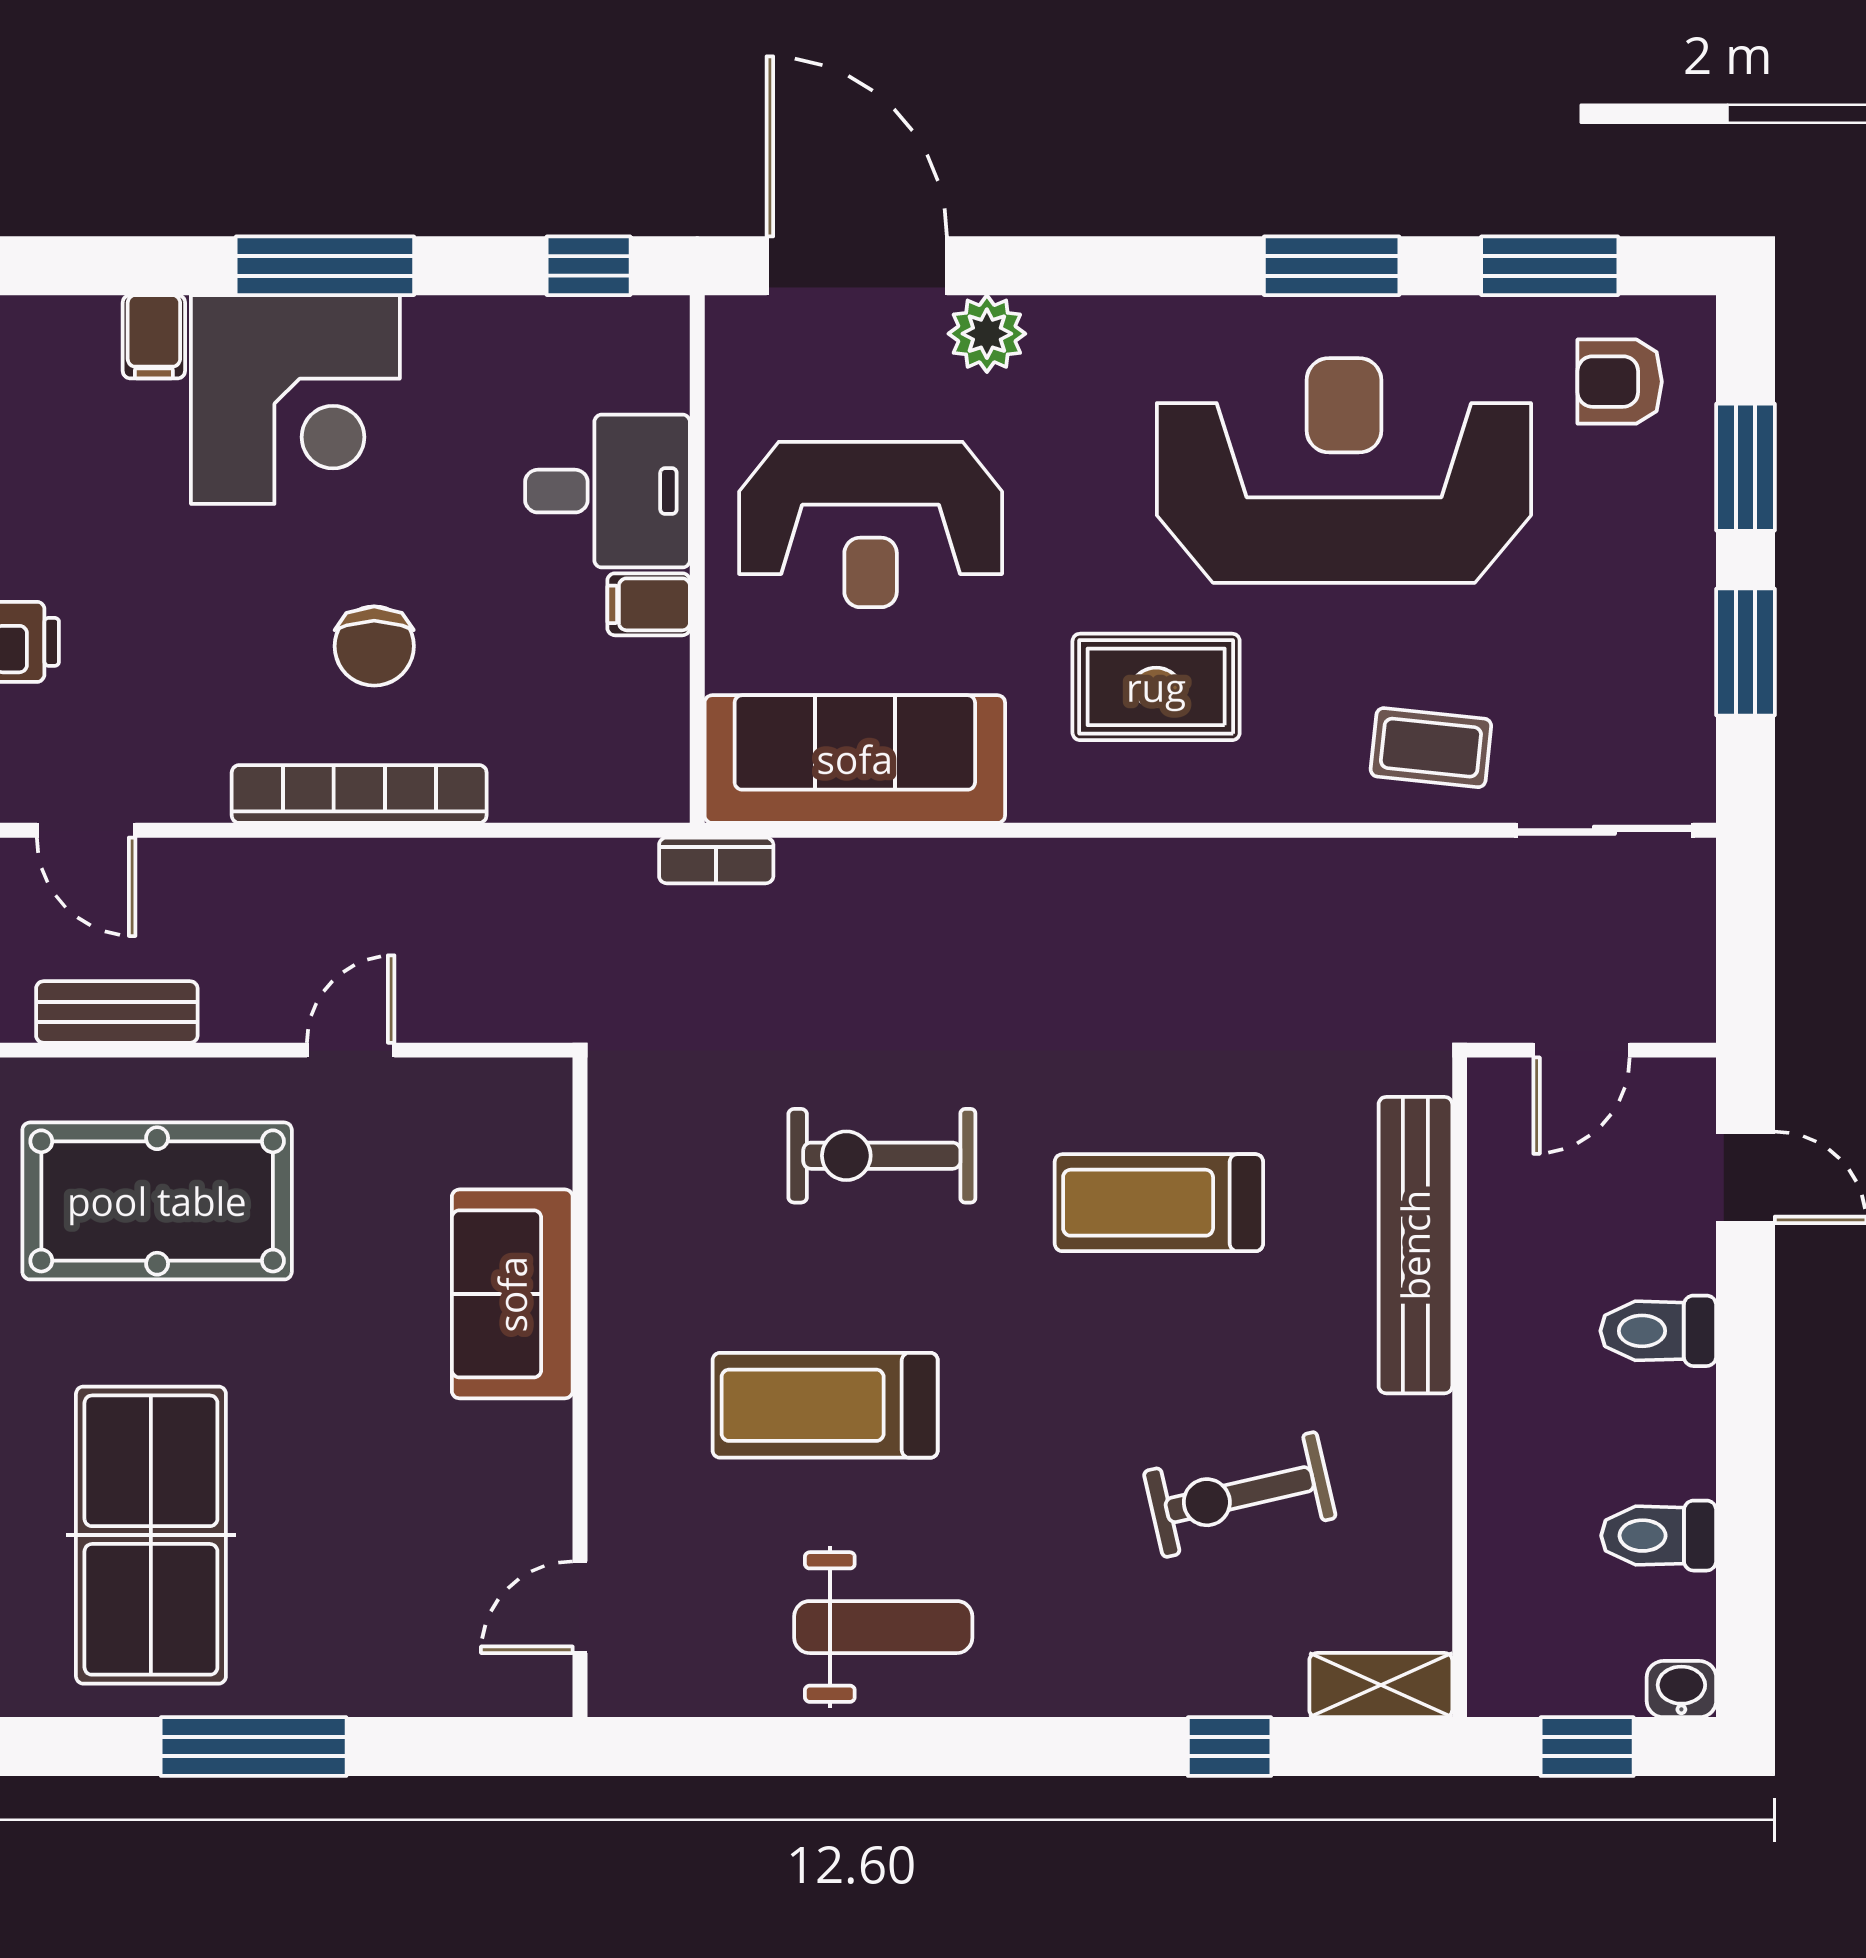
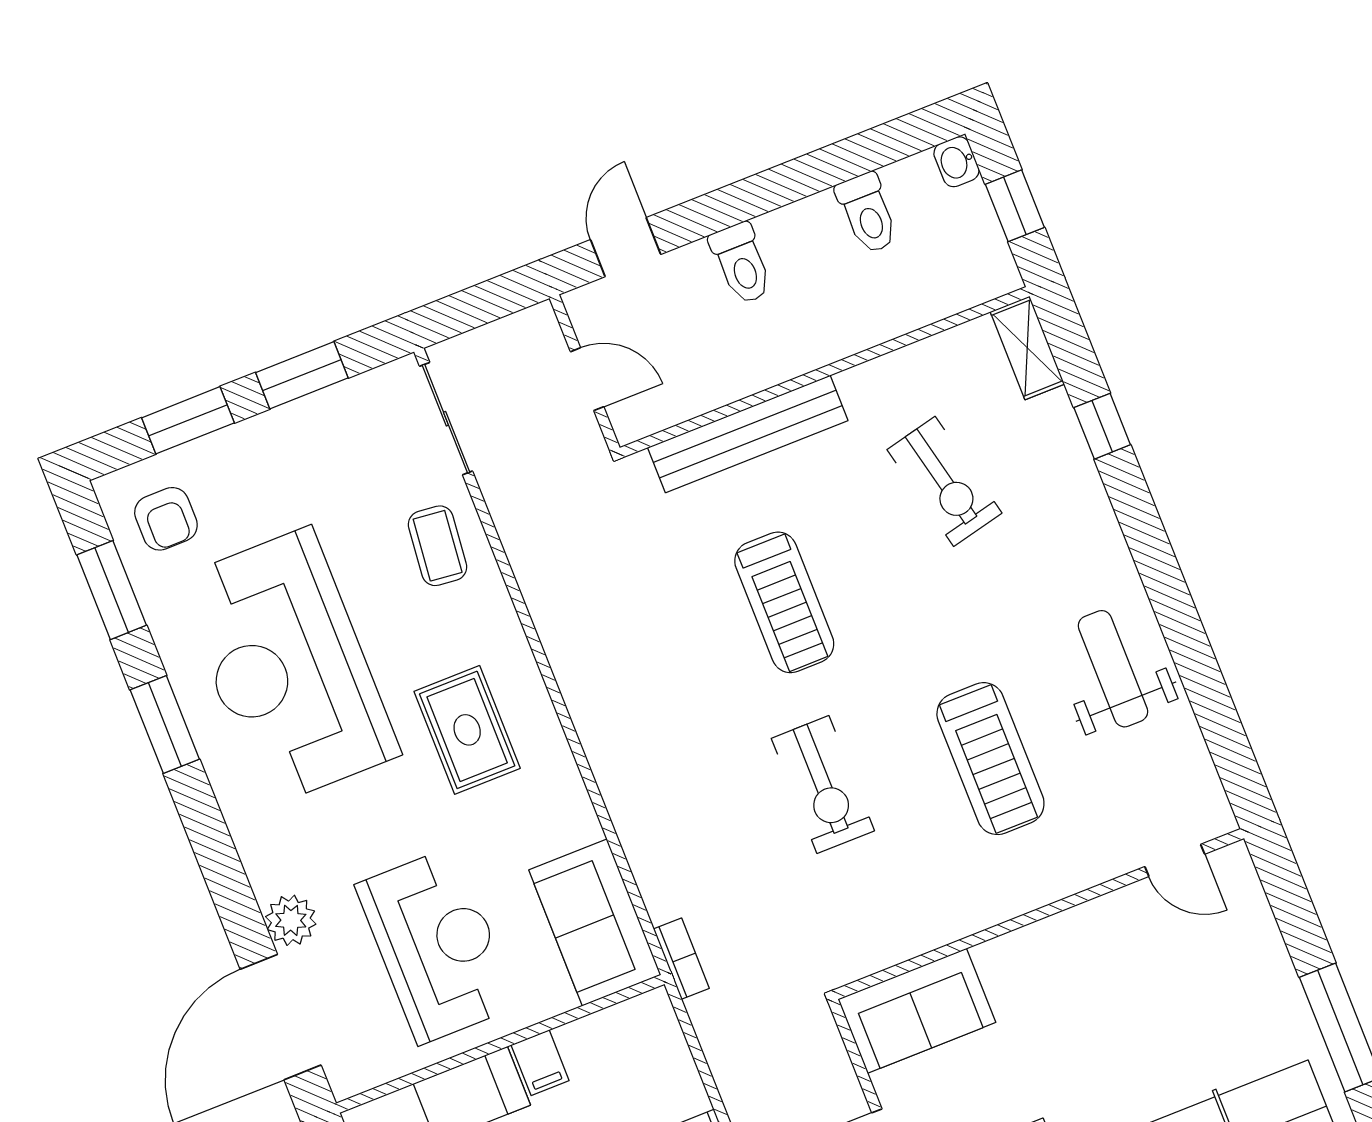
sofa: (855, 759) -> (595, 922), width x0.73
sofa: (512, 1294) -> (917, 1011), moved

